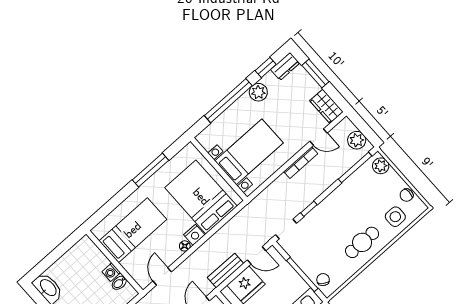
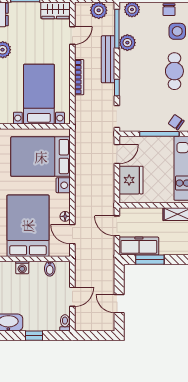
bookcase: (301, 163) -> (79, 77), moved
plant: (351, 185) -> (127, 43), added
bed: (133, 230) -> (28, 226), width x1.50
floor lamp: (185, 246) -> (65, 216), moved
bench: (226, 270) -> (108, 59), moved, width x1.36
washing machine: (111, 272) -> (22, 268), moved

